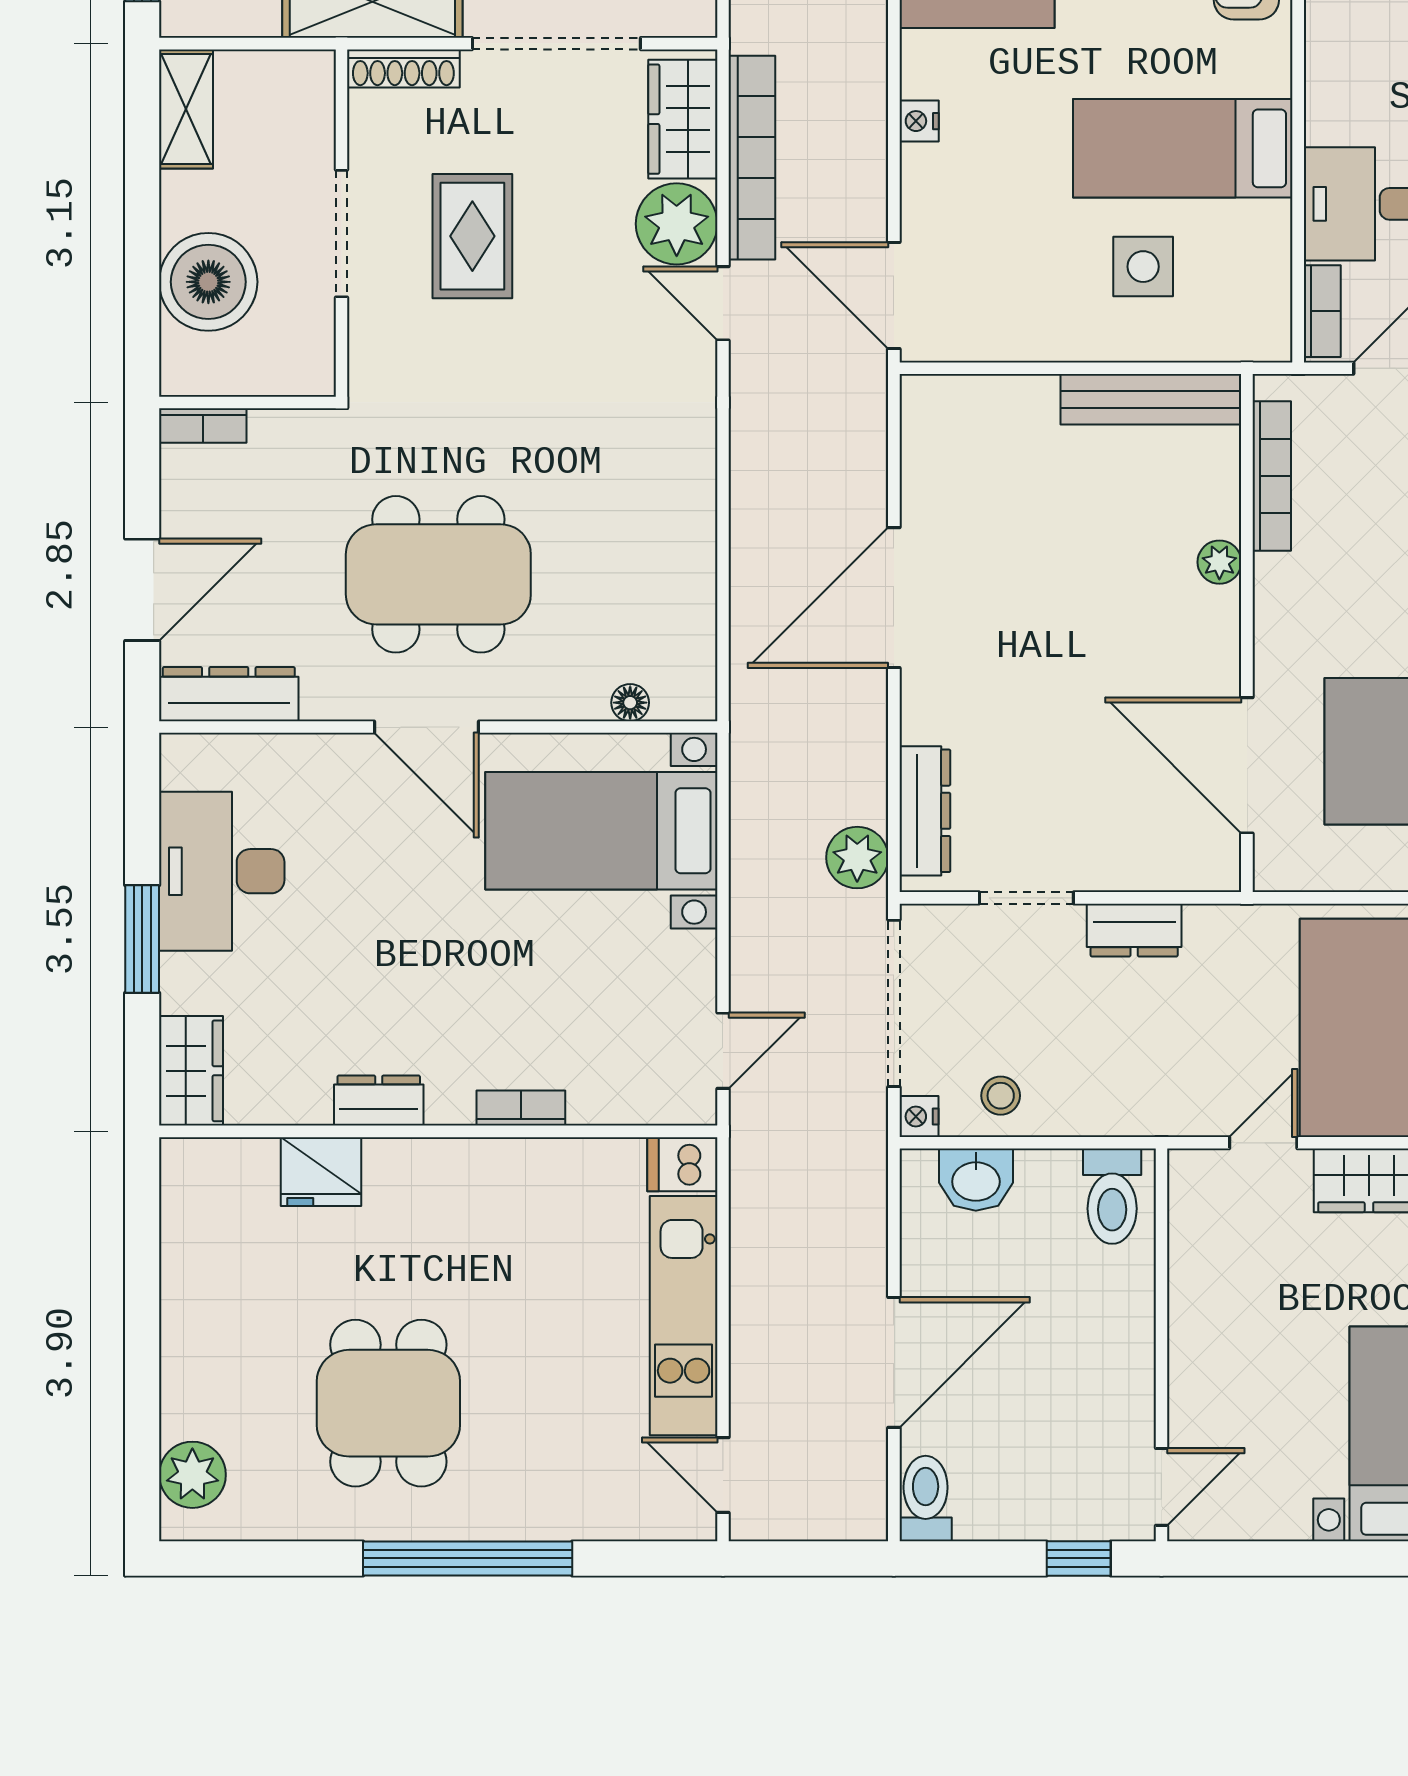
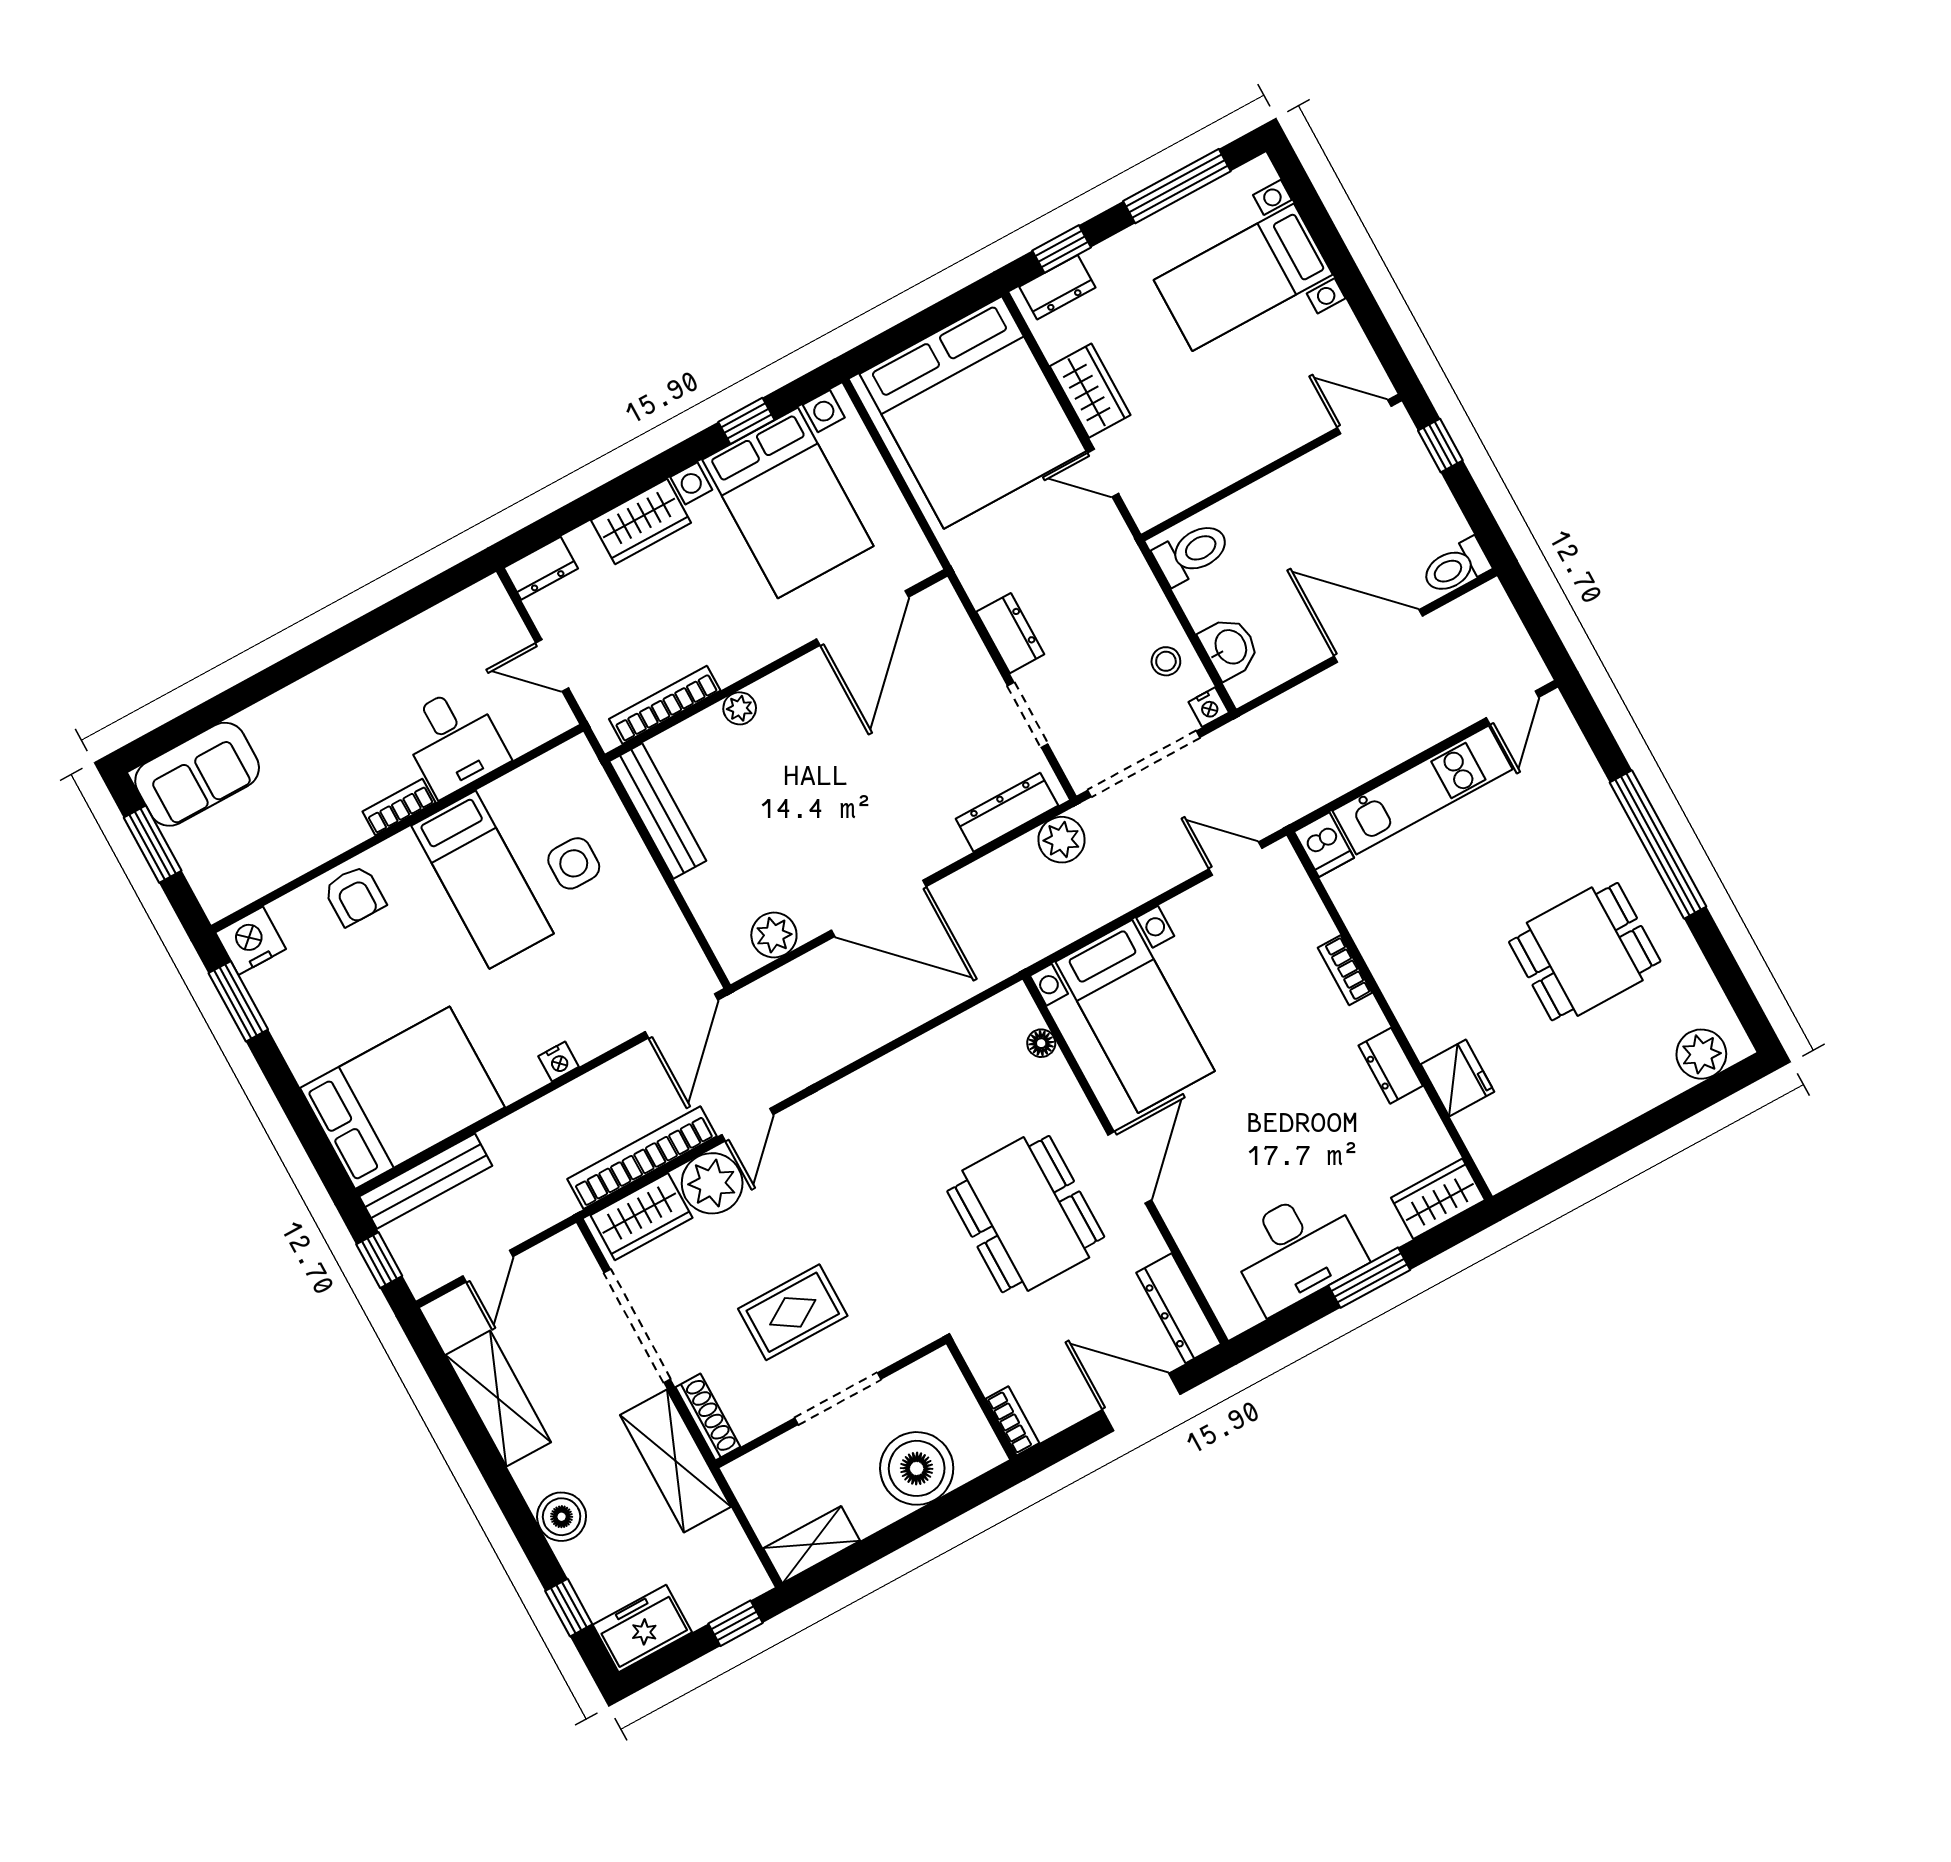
bookcase: (1322, 311) -> (399, 807), moved
plant: (930, 457) -> (774, 935), added

